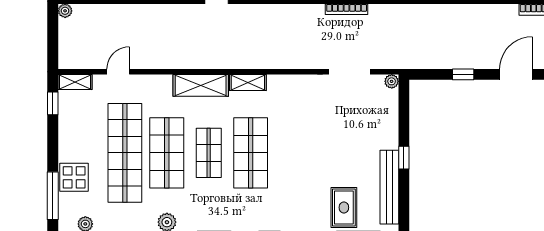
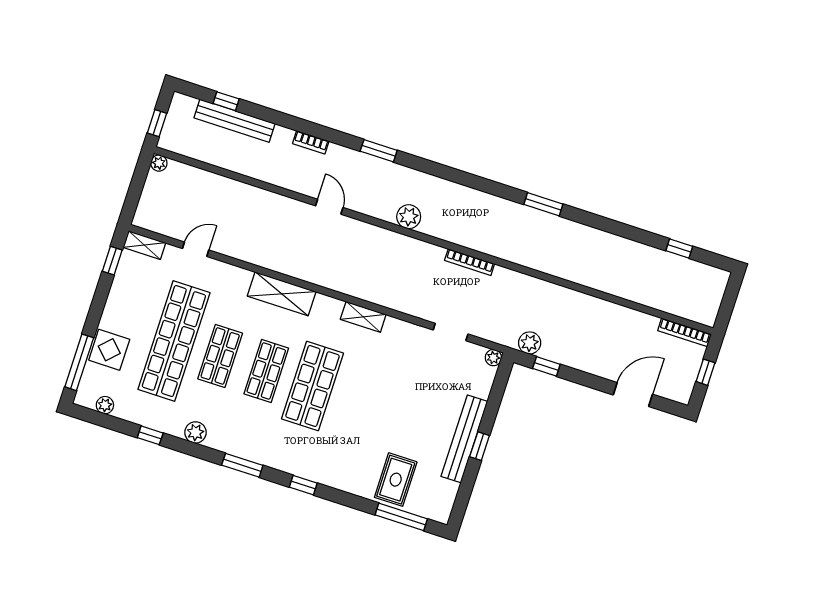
plant: (417, 60) -> (530, 343), added
doorway: (350, 72) -> (451, 332), width x0.73
window: (463, 74) -> (546, 366), moved
shelving: (248, 83) -> (363, 317), moved
shop shelf: (167, 153) -> (220, 356), width x0.70, depth x0.74
bench: (389, 187) -> (464, 439), moved

